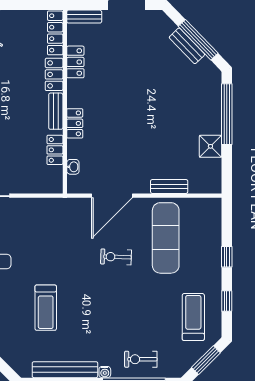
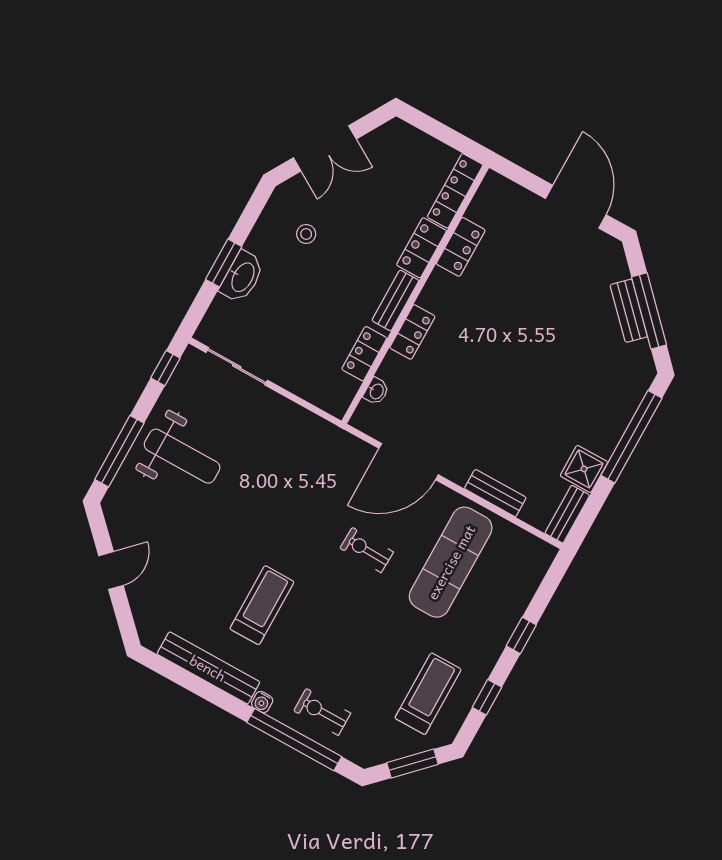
bench: (84, 17) -> (567, 514), moved, turned 90
treadmill: (46, 308) -> (262, 605), moved, turned 180

